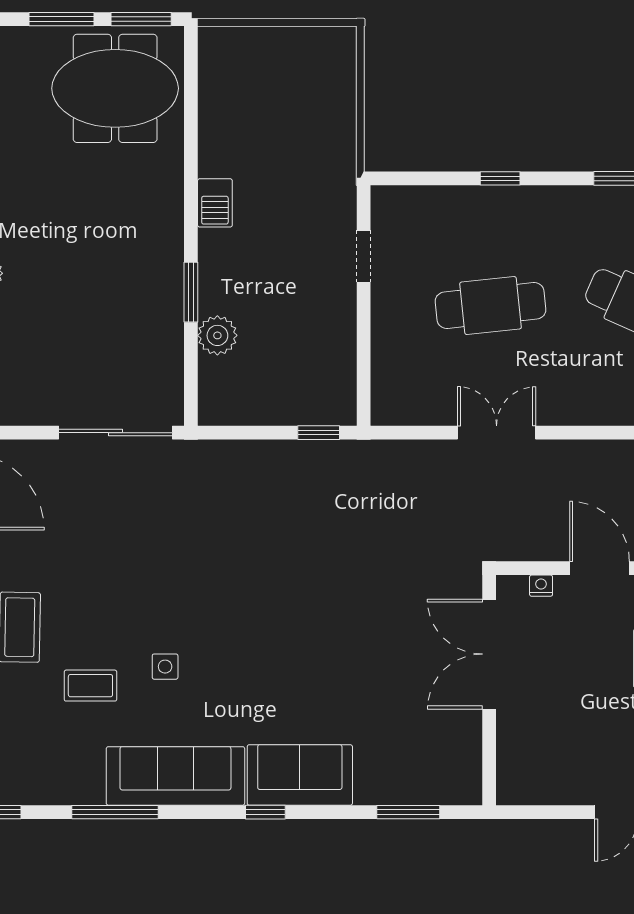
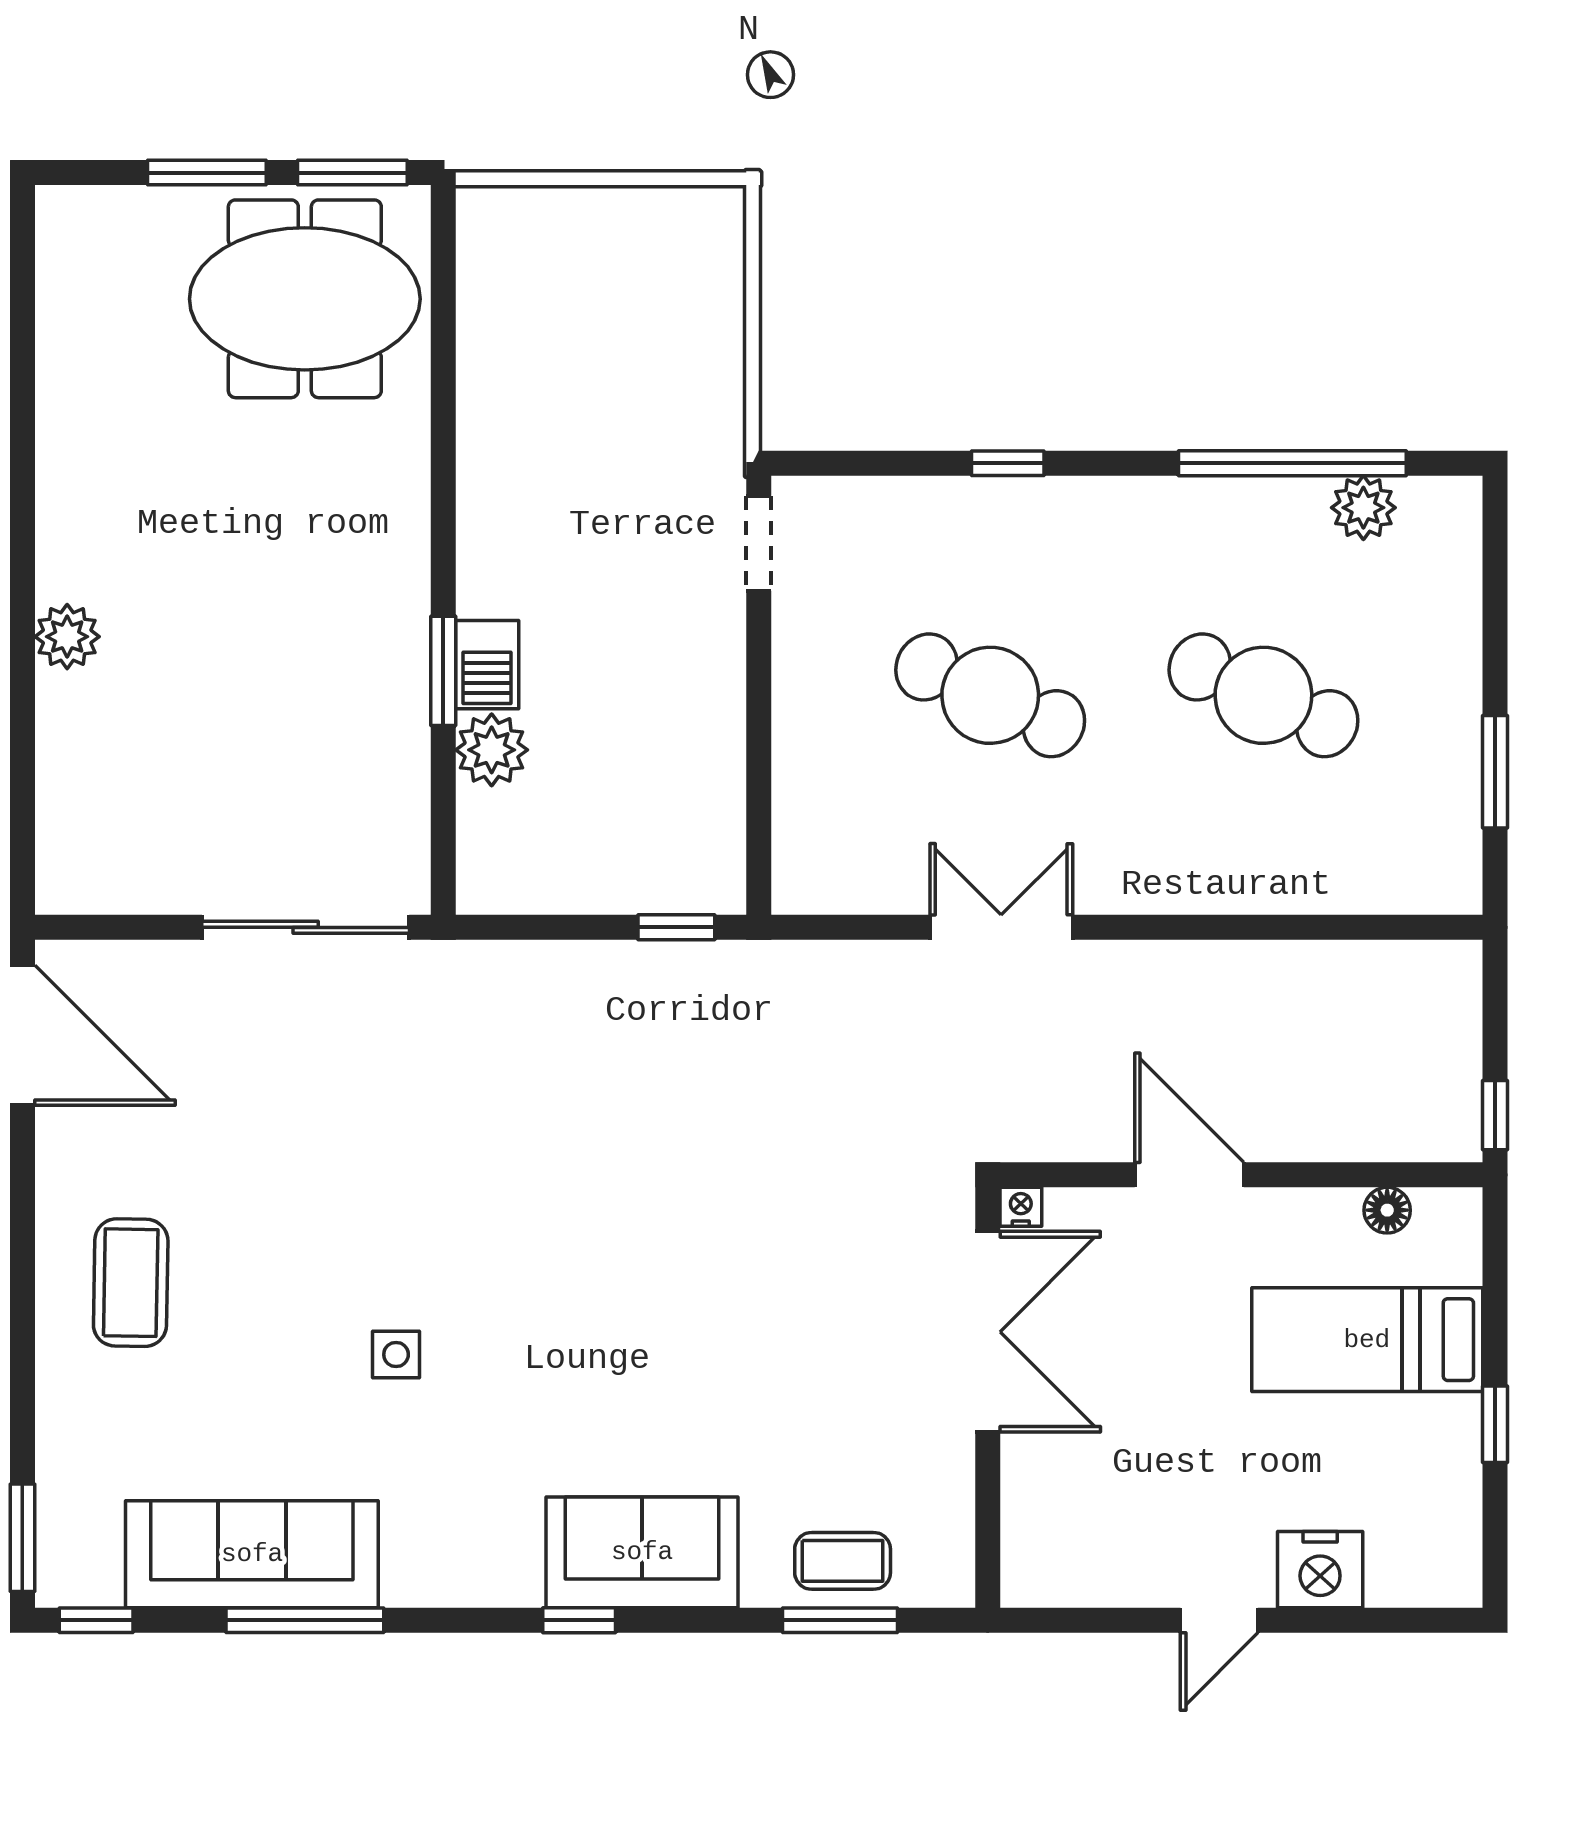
barbecue: (215, 203) -> (487, 665), moved
doorway: (364, 256) -> (759, 543), moved
cafe table: (491, 306) -> (990, 695), turned 30
nightstand: (541, 586) -> (1021, 1207), moved
double door: (489, 654) -> (988, 1332), swing flipped
coffee table: (90, 686) -> (843, 1561), moved
sofa: (175, 776) -> (252, 1554), moved

